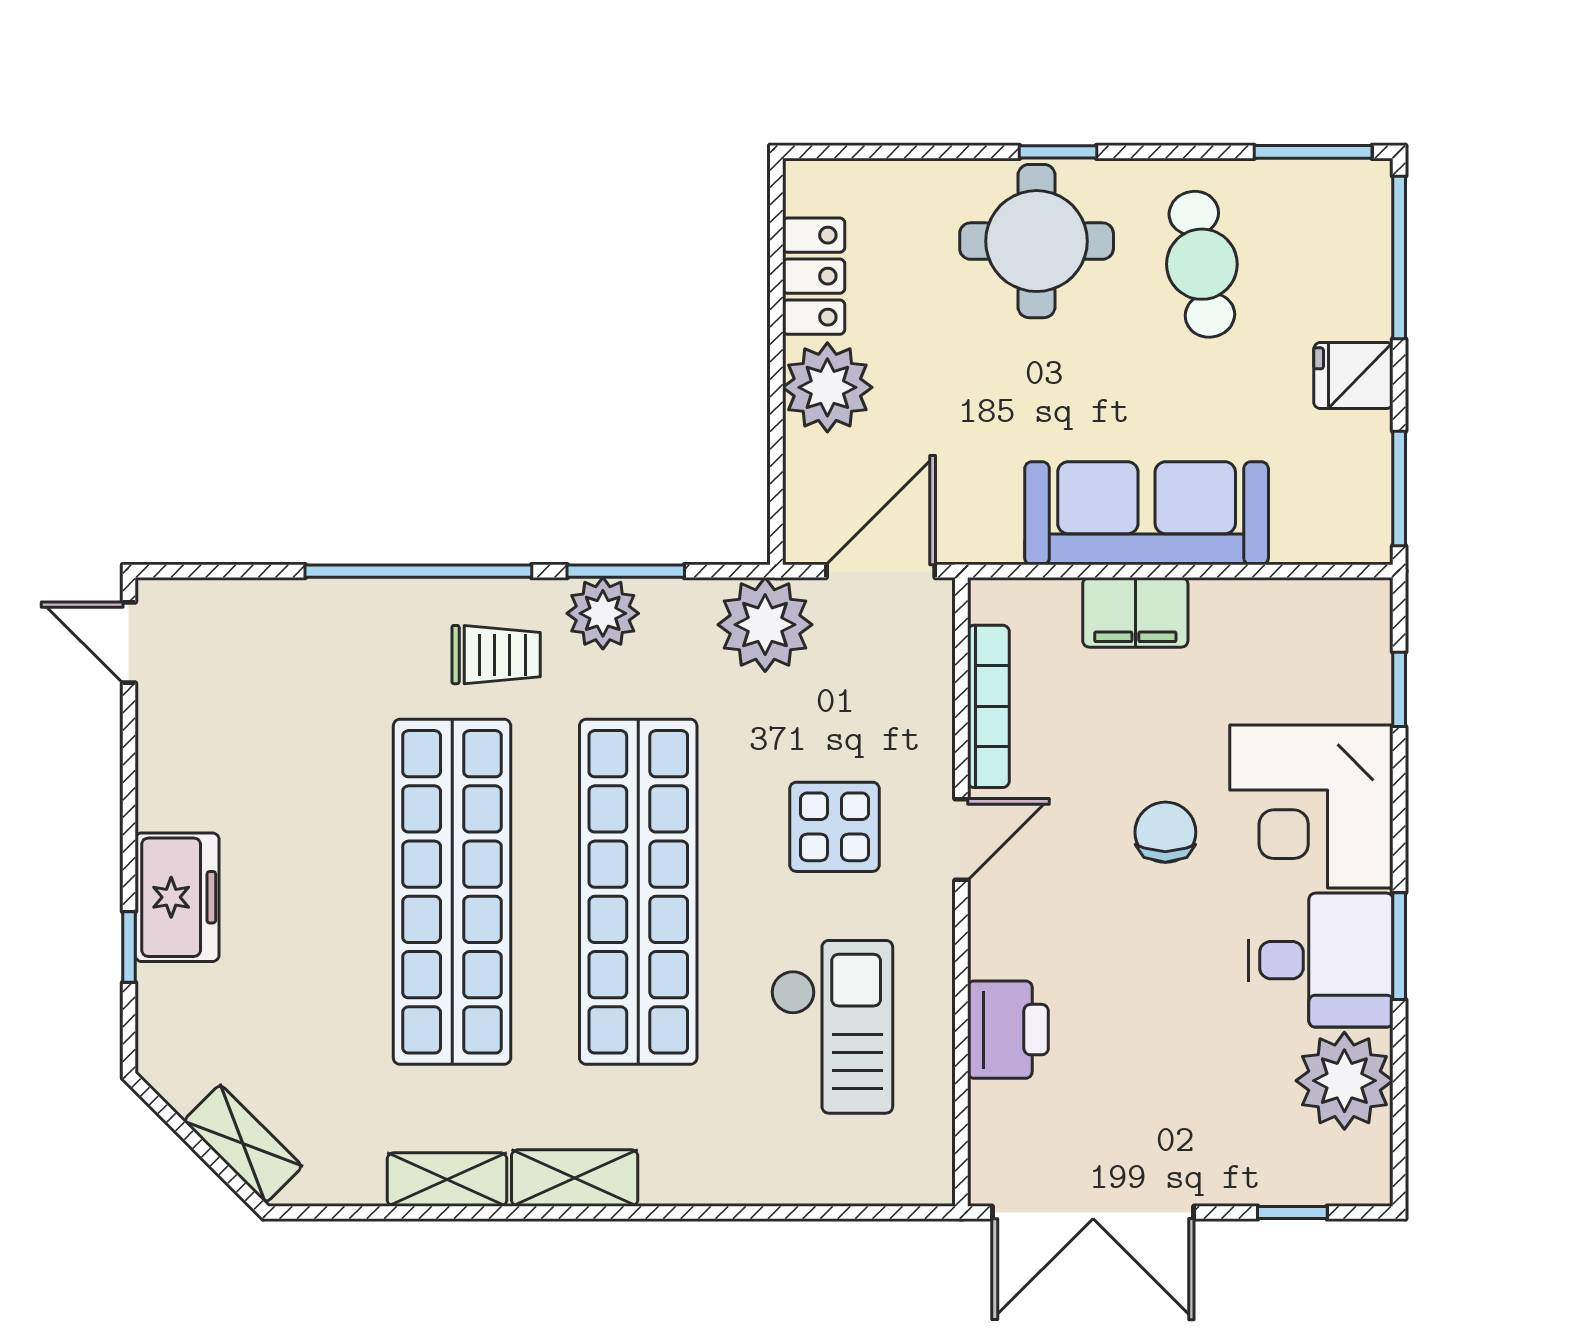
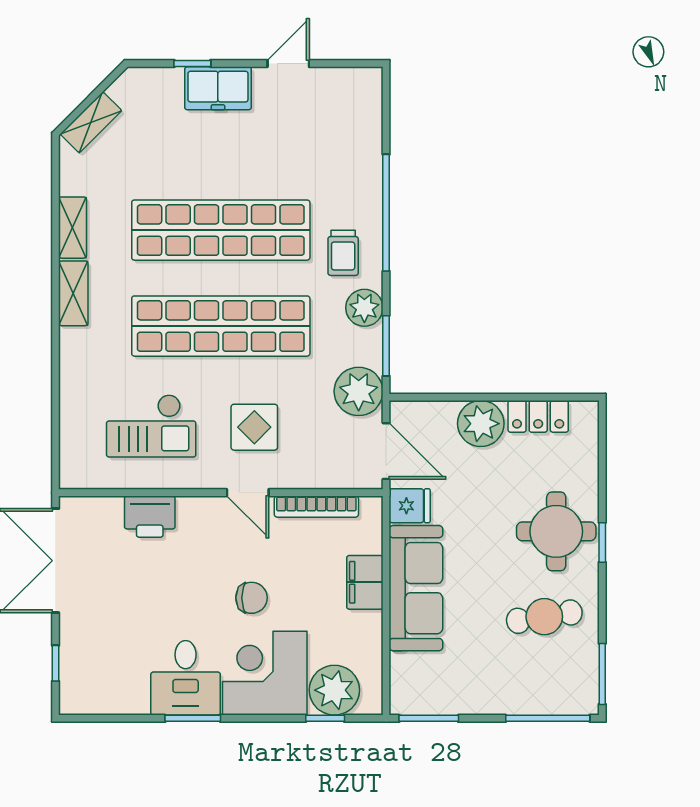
fridge: (1353, 376) -> (410, 506), moved, turned 90
window: (626, 571) -> (386, 346), moved
door: (129, 643) -> (288, 64), moved
plant: (1344, 1081) -> (334, 690), moved

